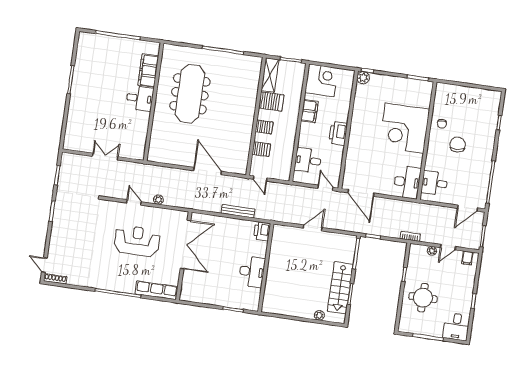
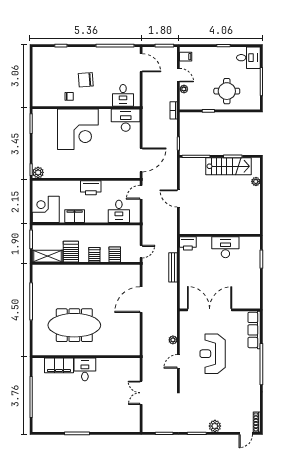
plant: (57, 232) -> (215, 426), added

